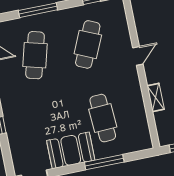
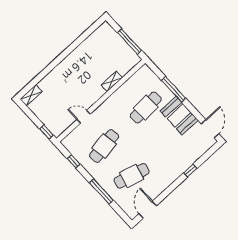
cafe table: (88, 44) -> (104, 146), turned -33
door: (138, 56) -> (84, 117), moved

